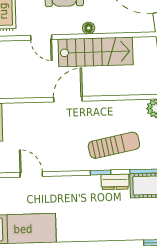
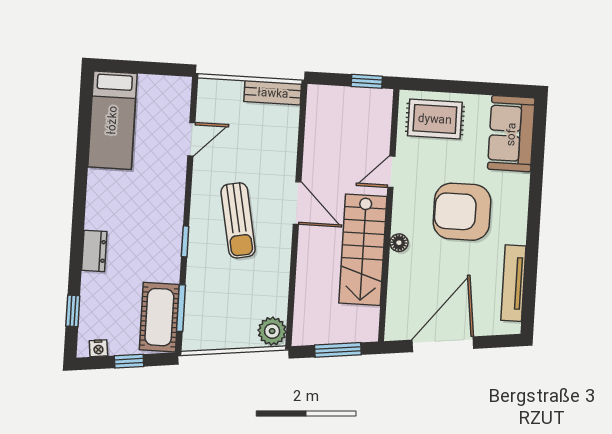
sun lounger: (114, 145) -> (238, 220), moved
dresser: (115, 182) -> (94, 251), moved, turned 180

